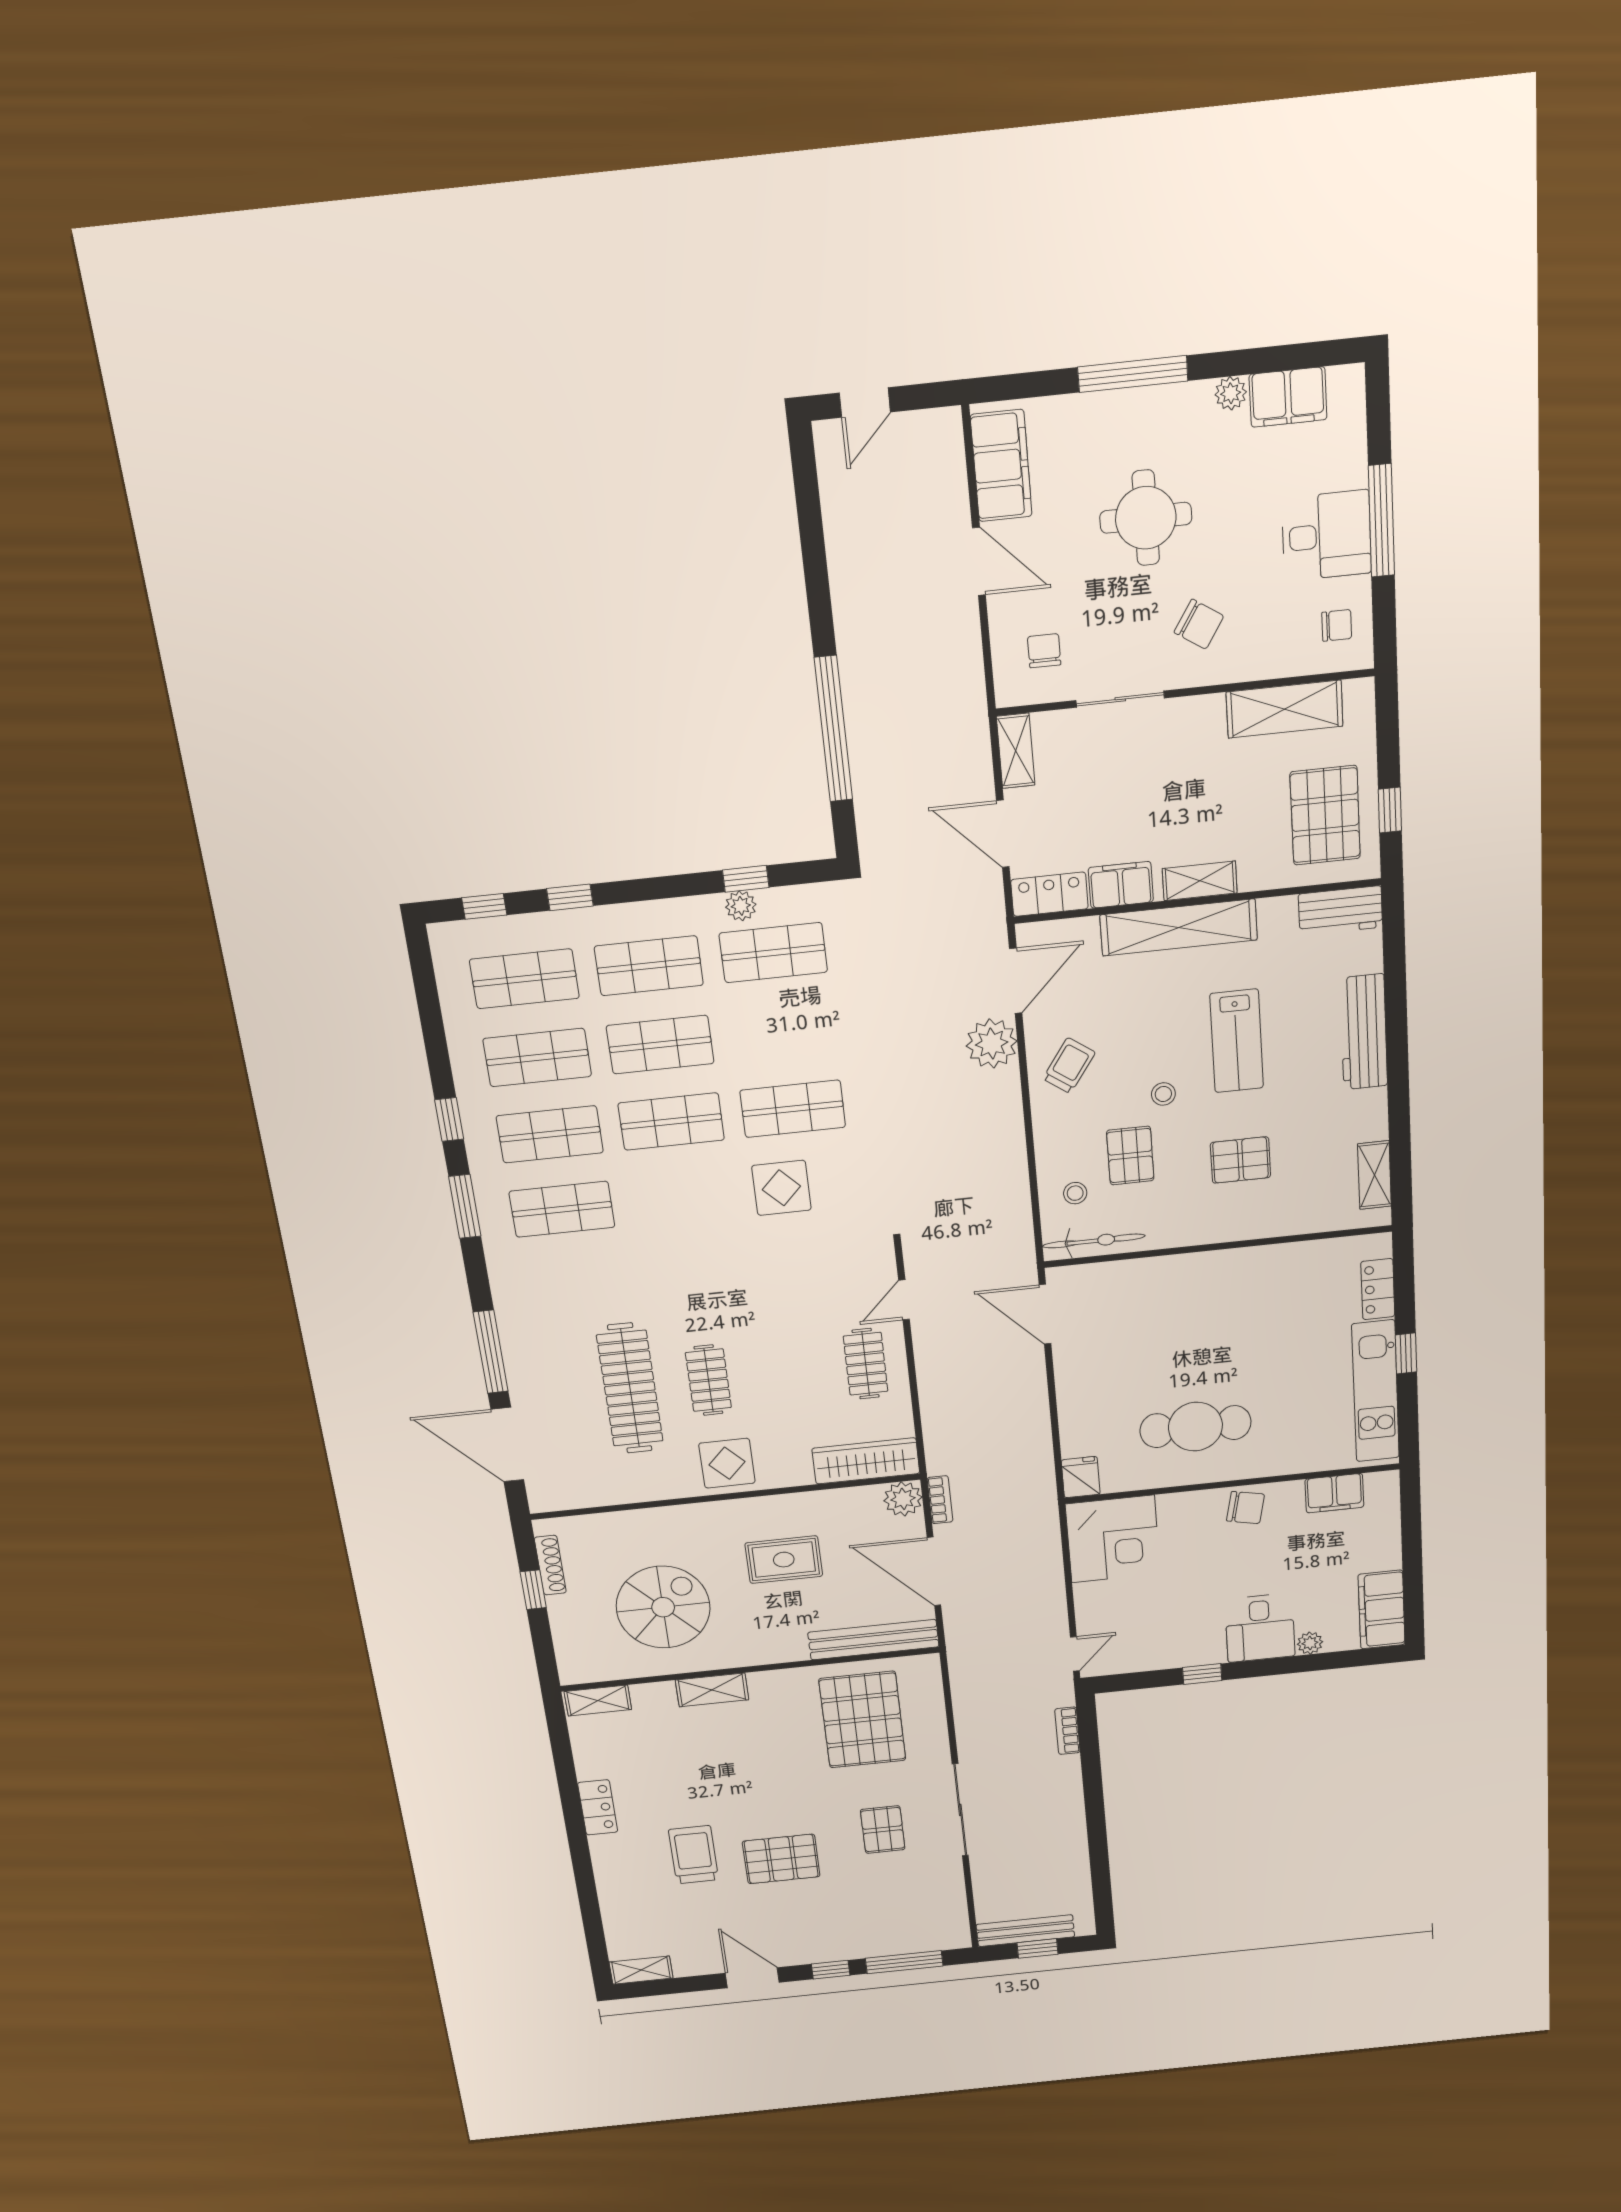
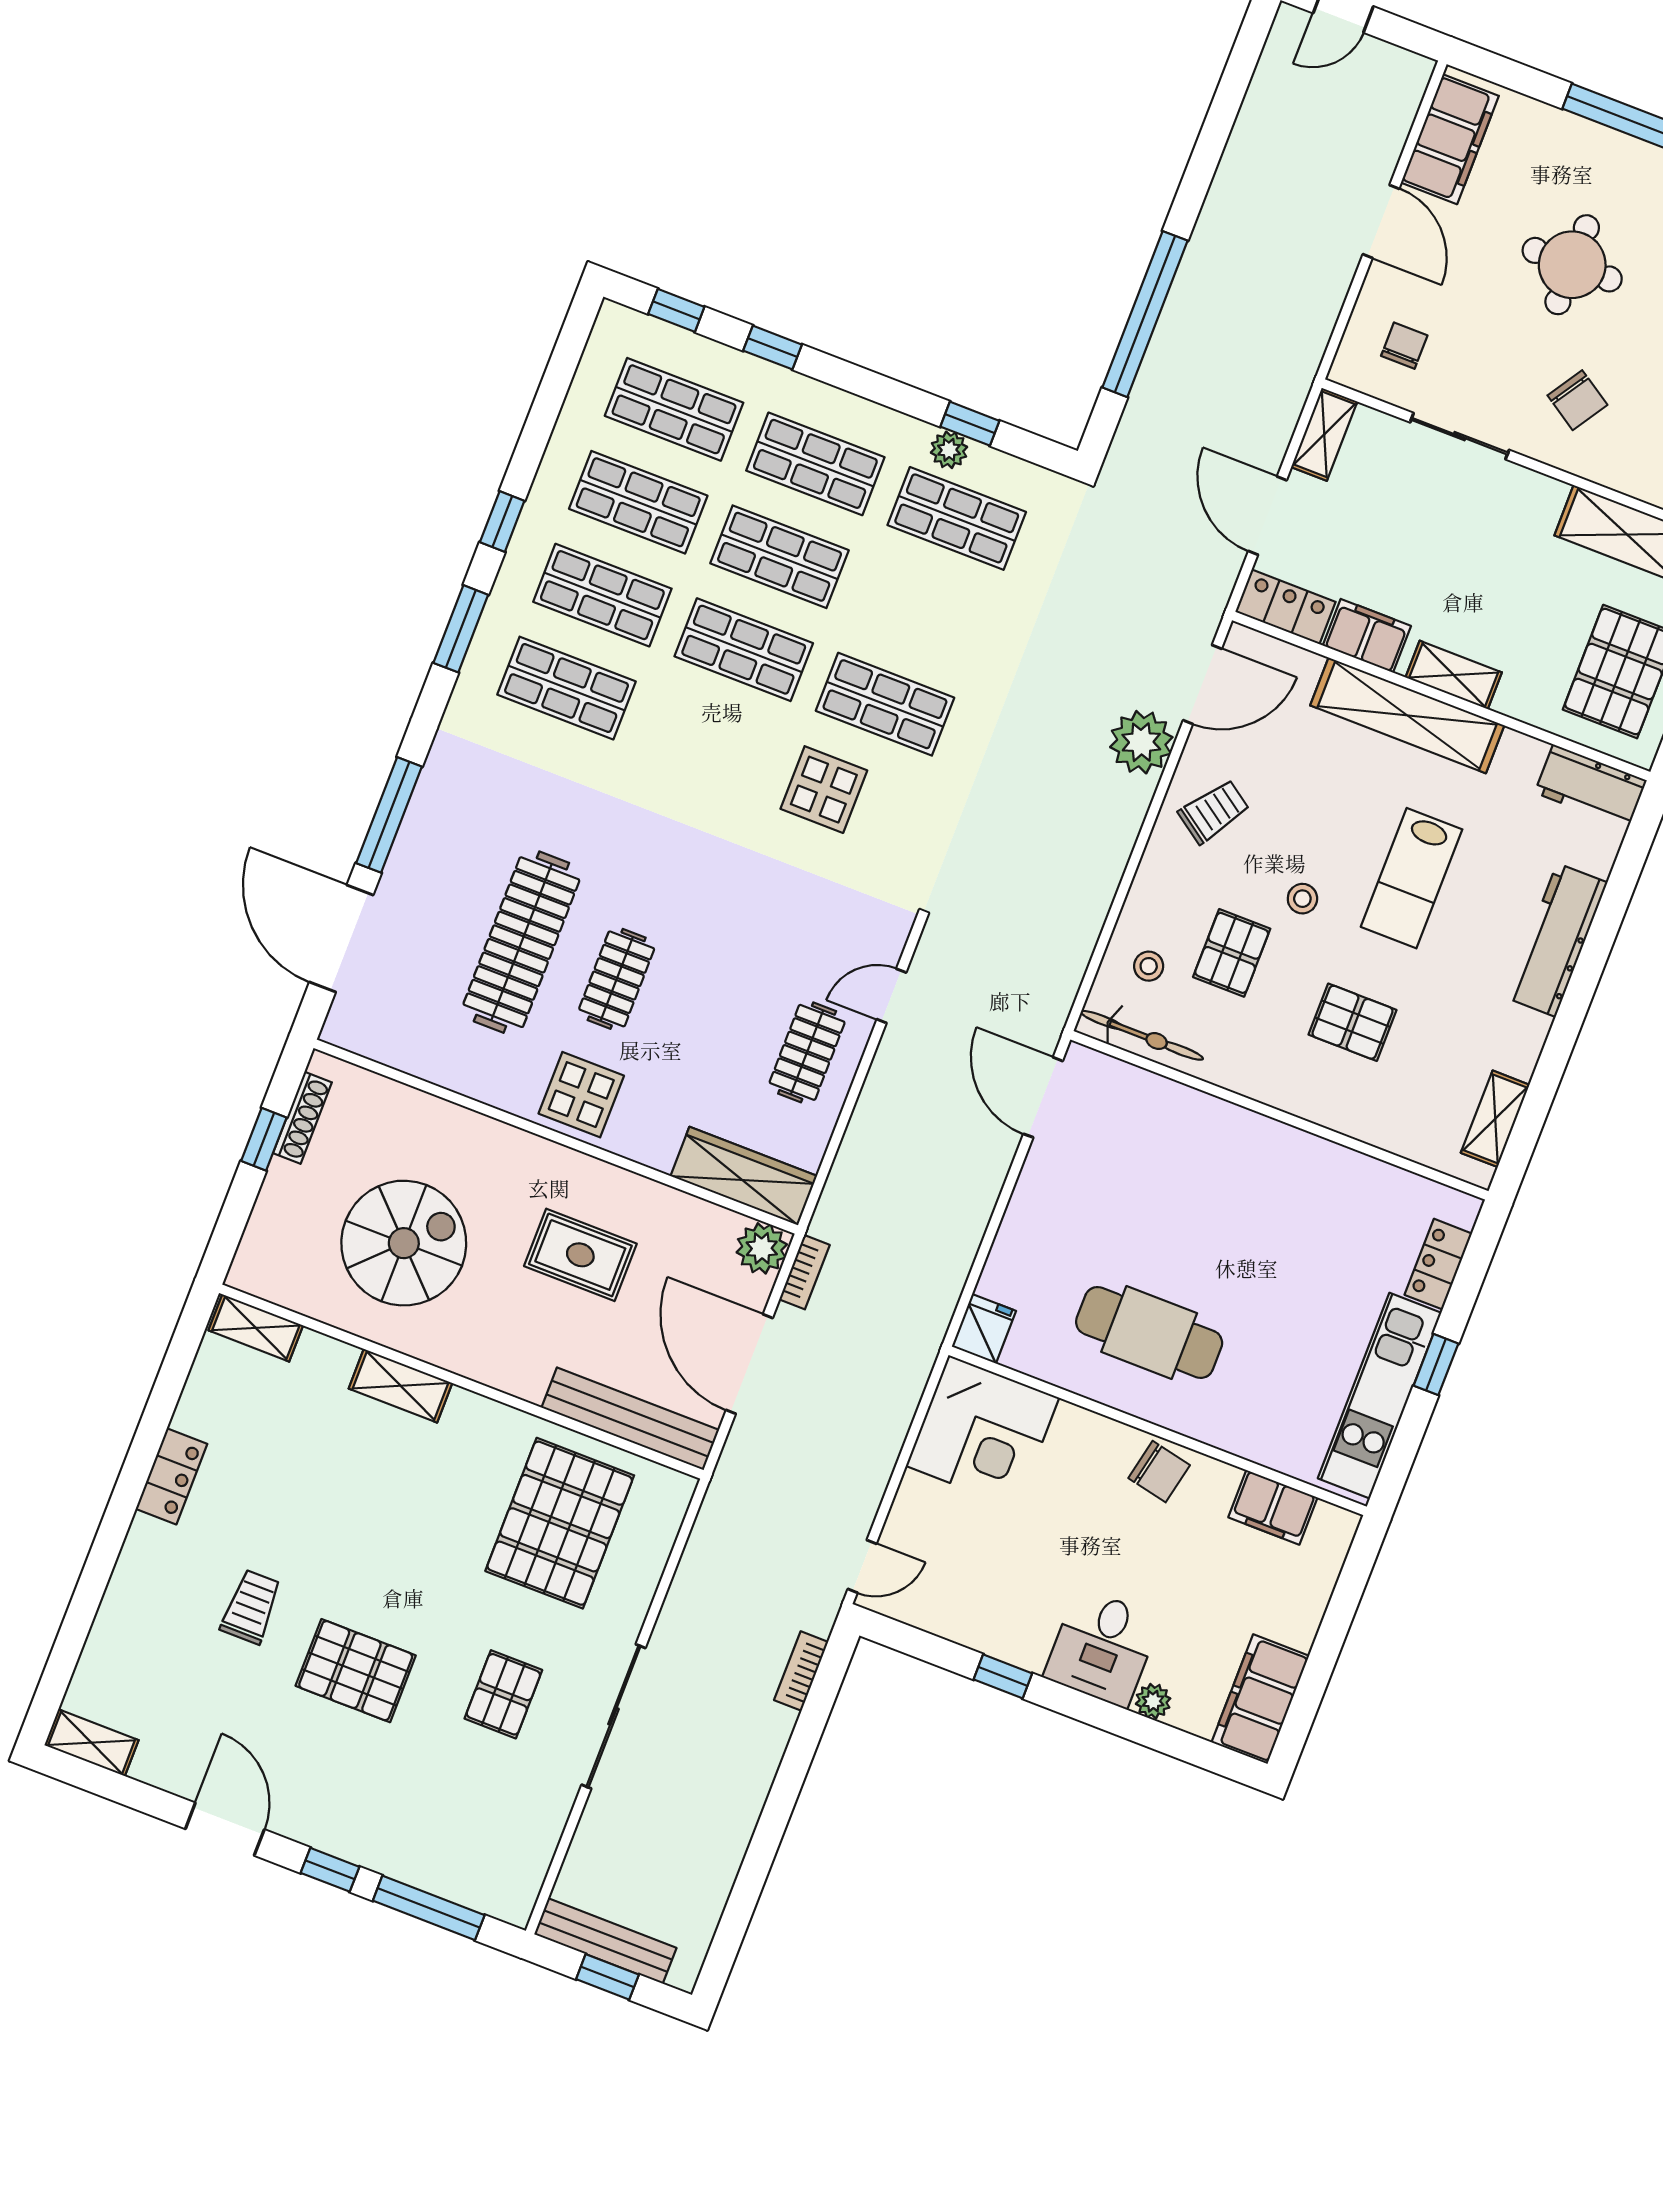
trolley: (694, 1855) -> (251, 1607), width x0.73, depth x0.72

